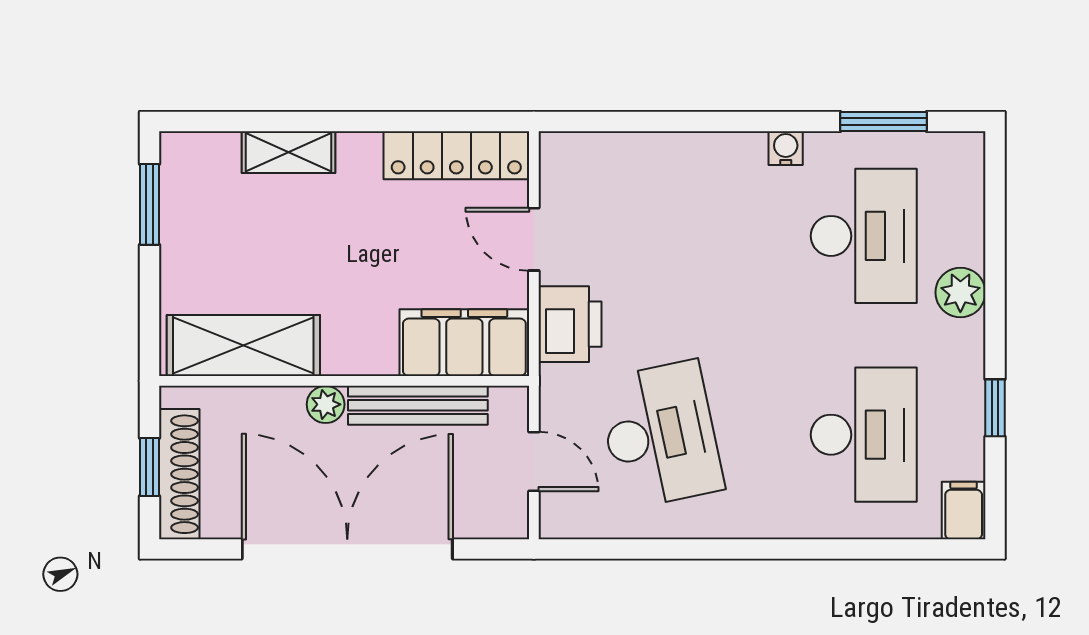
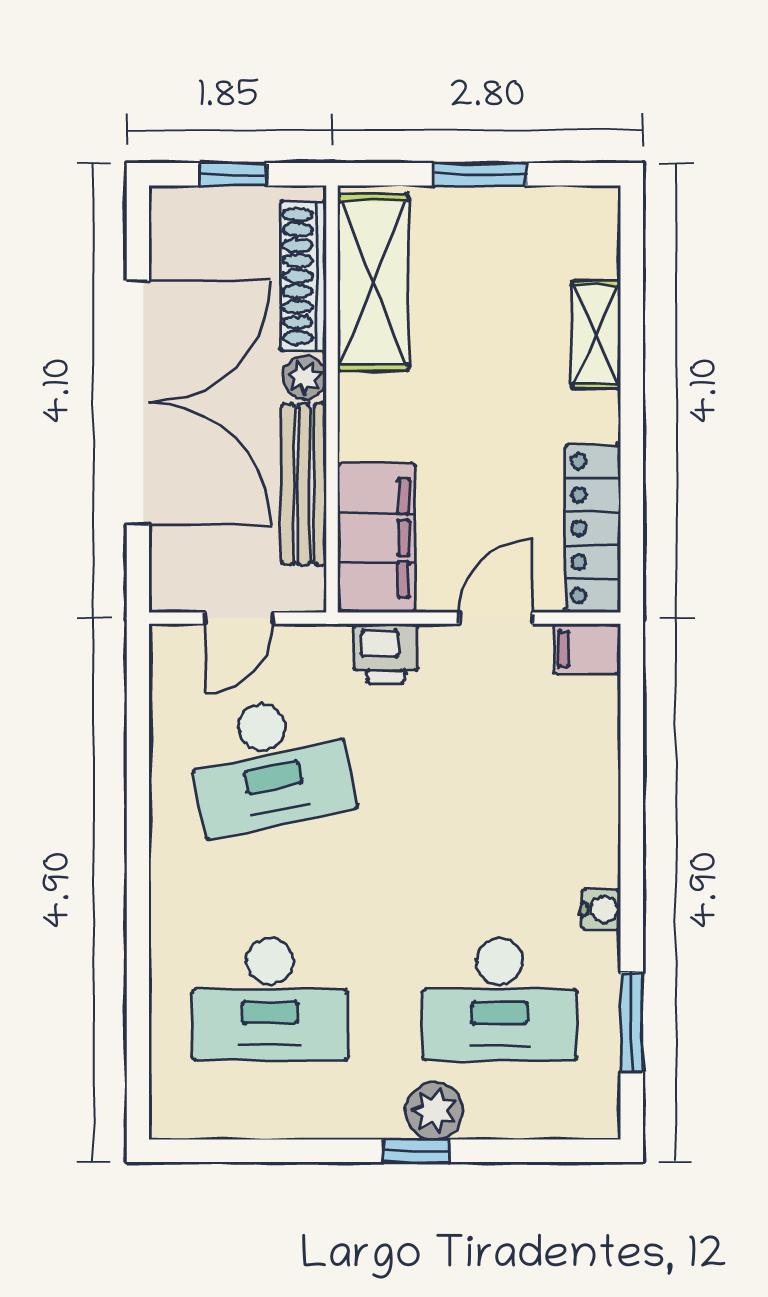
window: (150, 204) -> (480, 174), moved
printer: (570, 324) -> (386, 653), width x0.73, depth x0.81
window: (995, 408) -> (416, 1151), moved
shoe rack: (179, 474) -> (303, 276), moved, turned 90
filing cabinet: (964, 511) -> (587, 649), moved, turned 180

